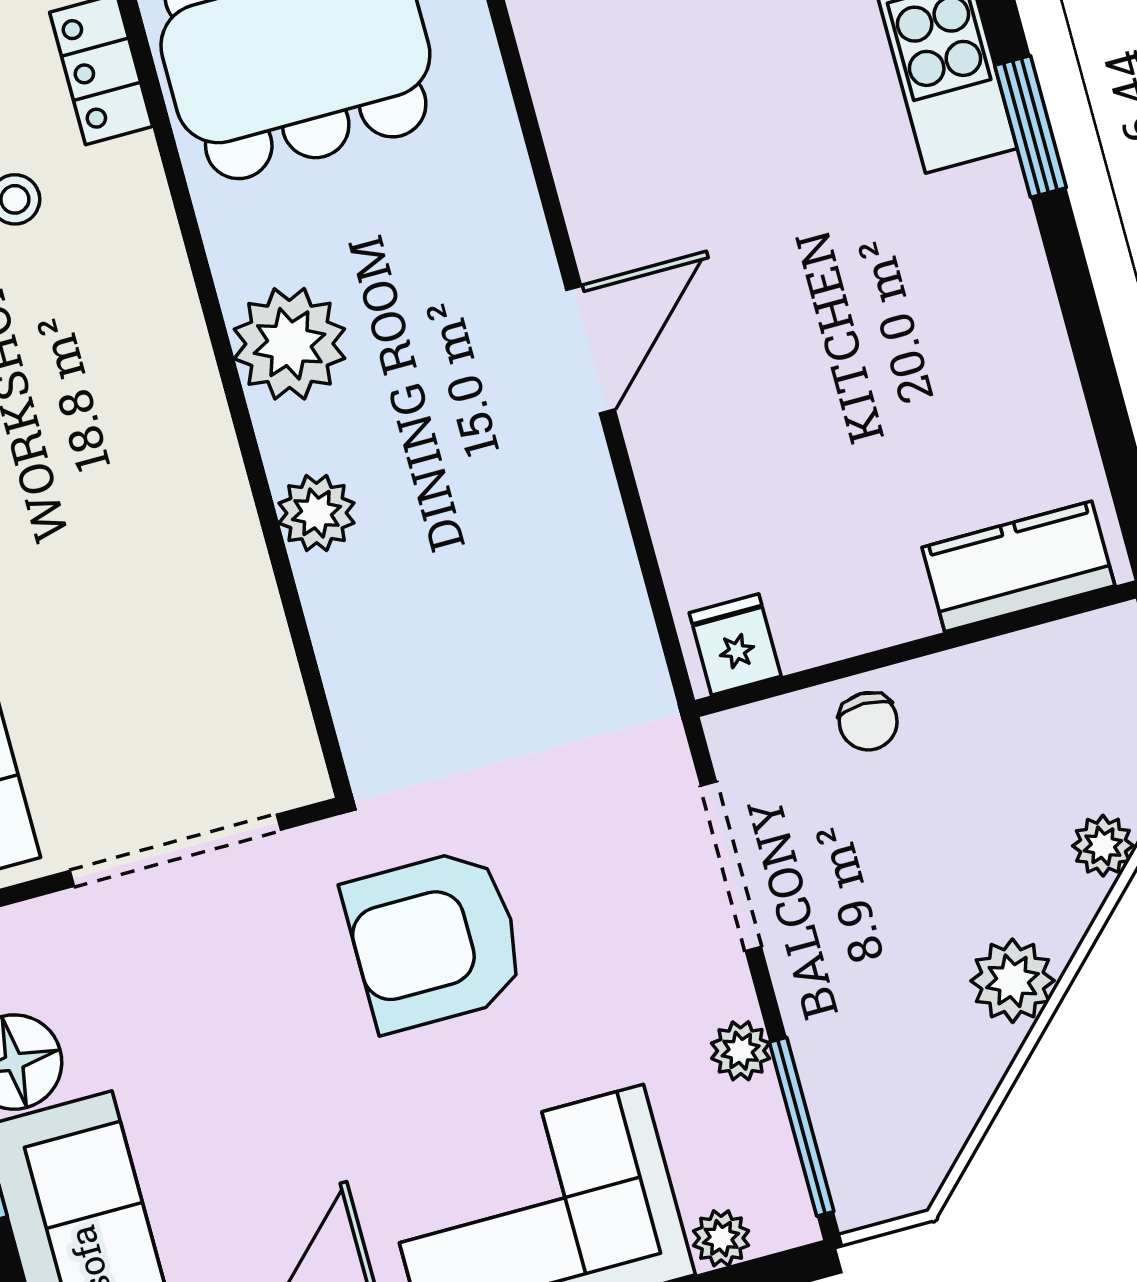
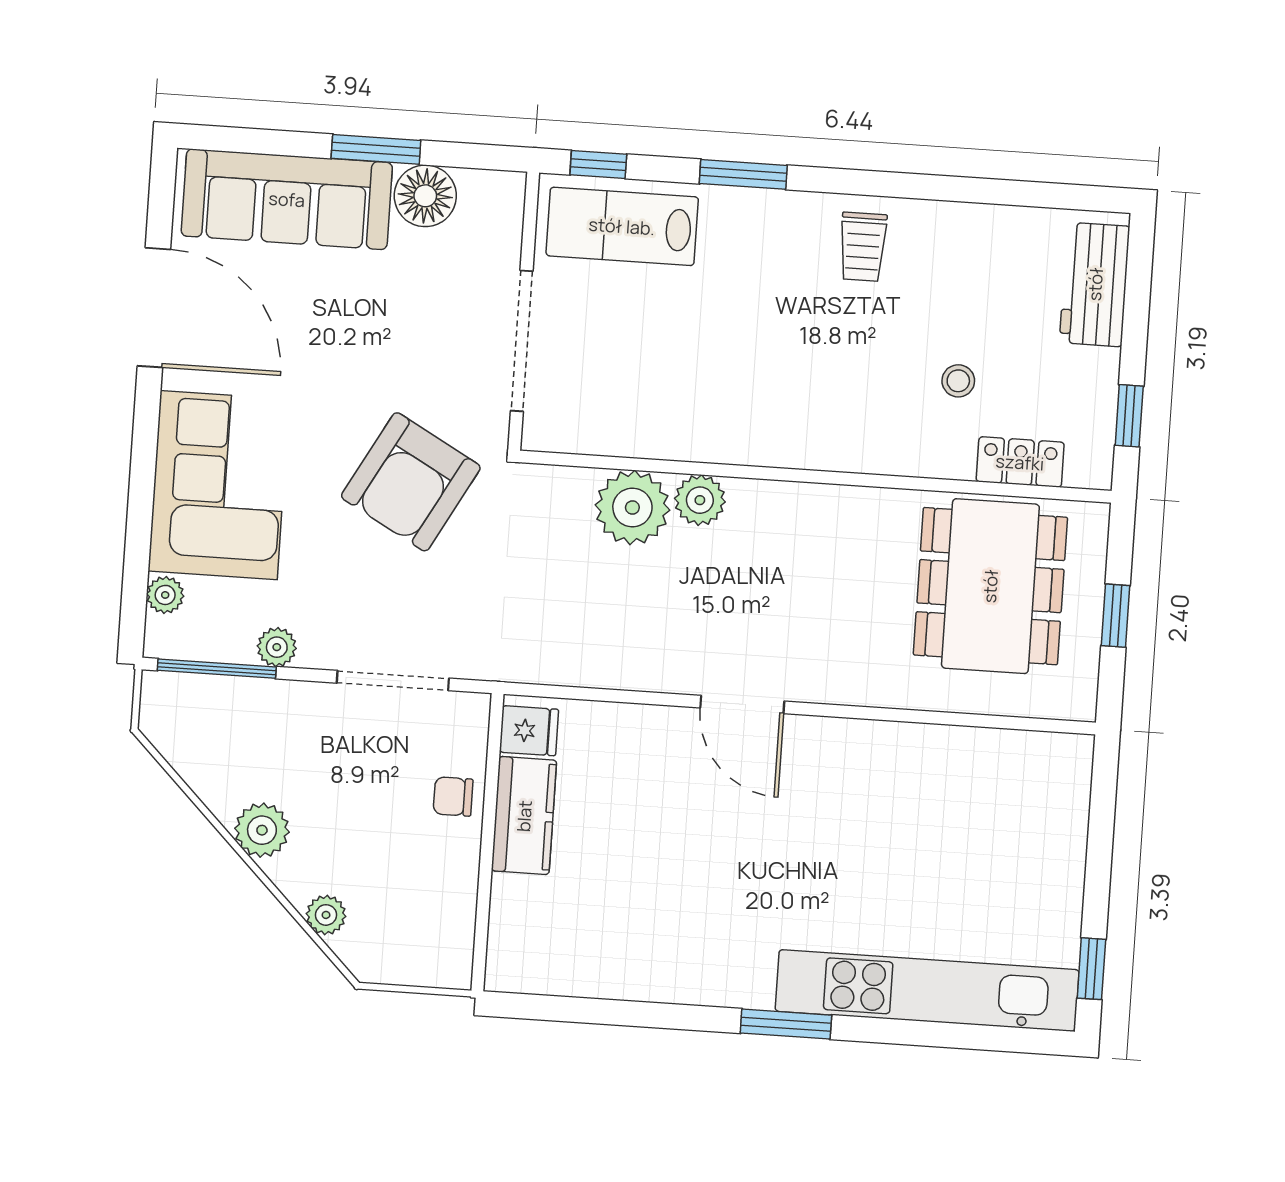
plant: (289, 344) -> (632, 507), moved
kitchen counter: (1018, 566) -> (524, 816), moved
armchair: (435, 940) -> (411, 482), turned -151

